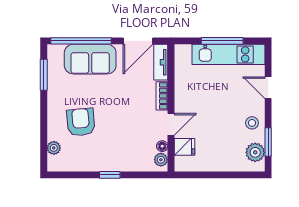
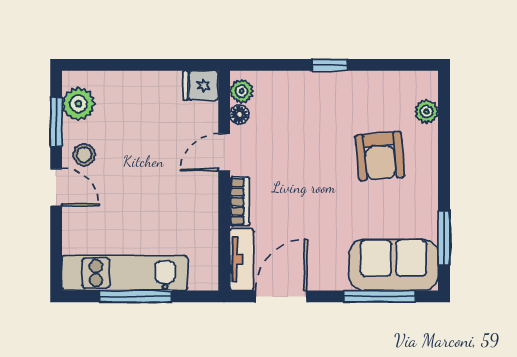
window: (81, 41) -> (379, 296), width x0.68
sofa: (90, 59) -> (394, 265), moved
door: (268, 88) -> (56, 187), moved
fridge: (185, 147) -> (201, 85), moved

